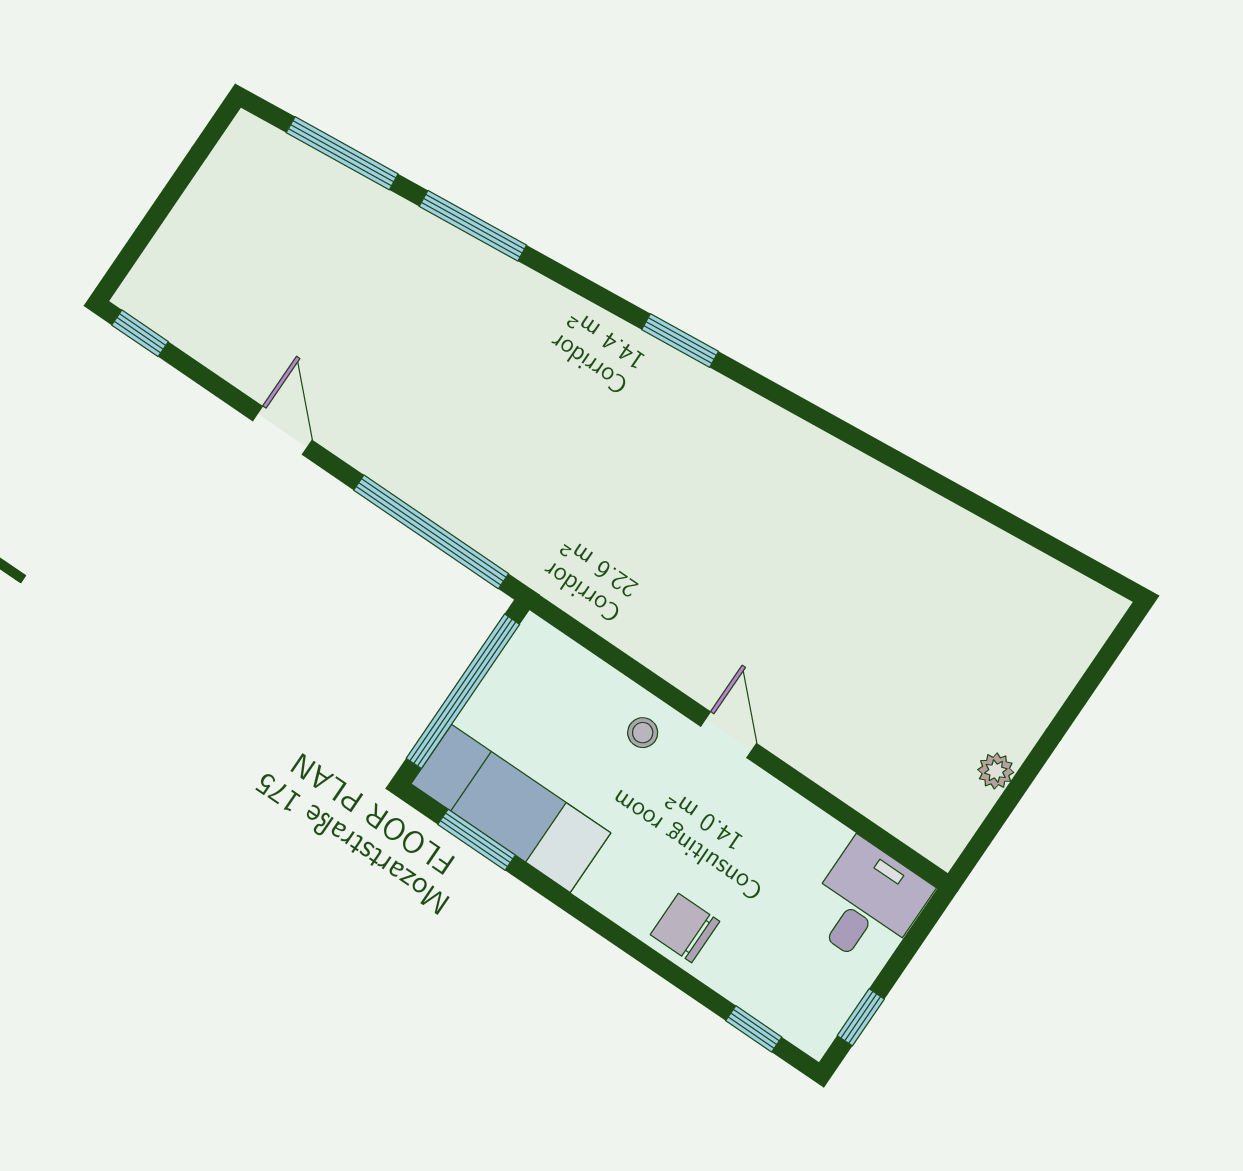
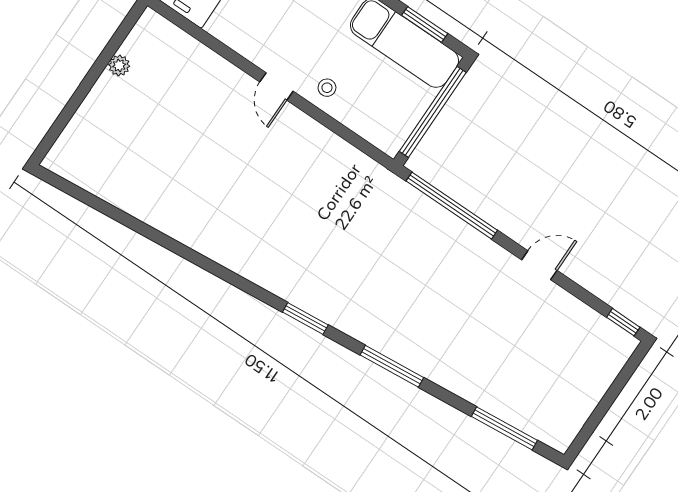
window: (473, 226) -> (392, 366), moved
door: (282, 430) -> (539, 265), swing flipped

